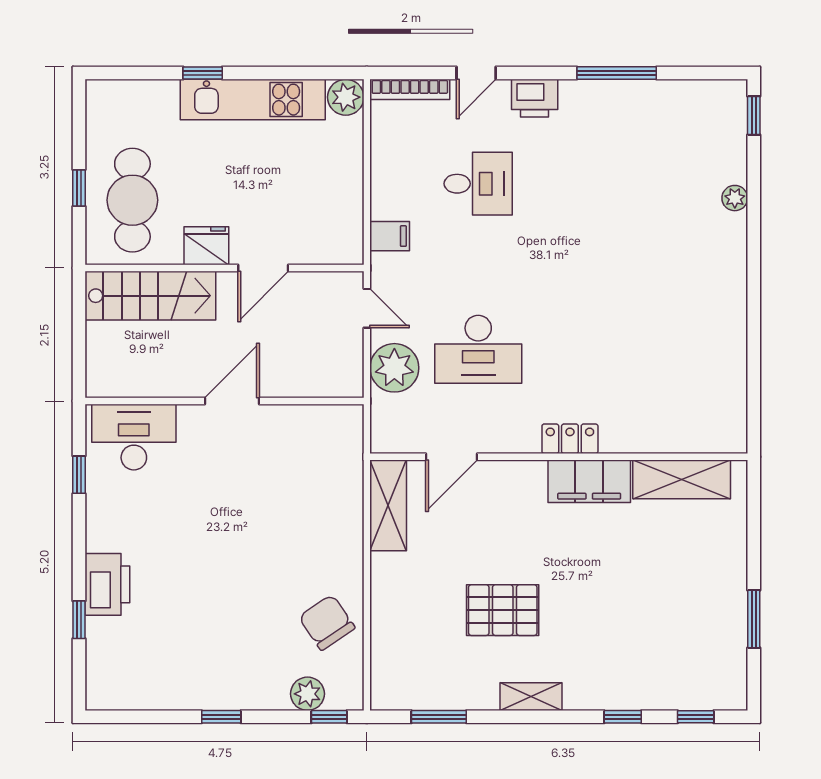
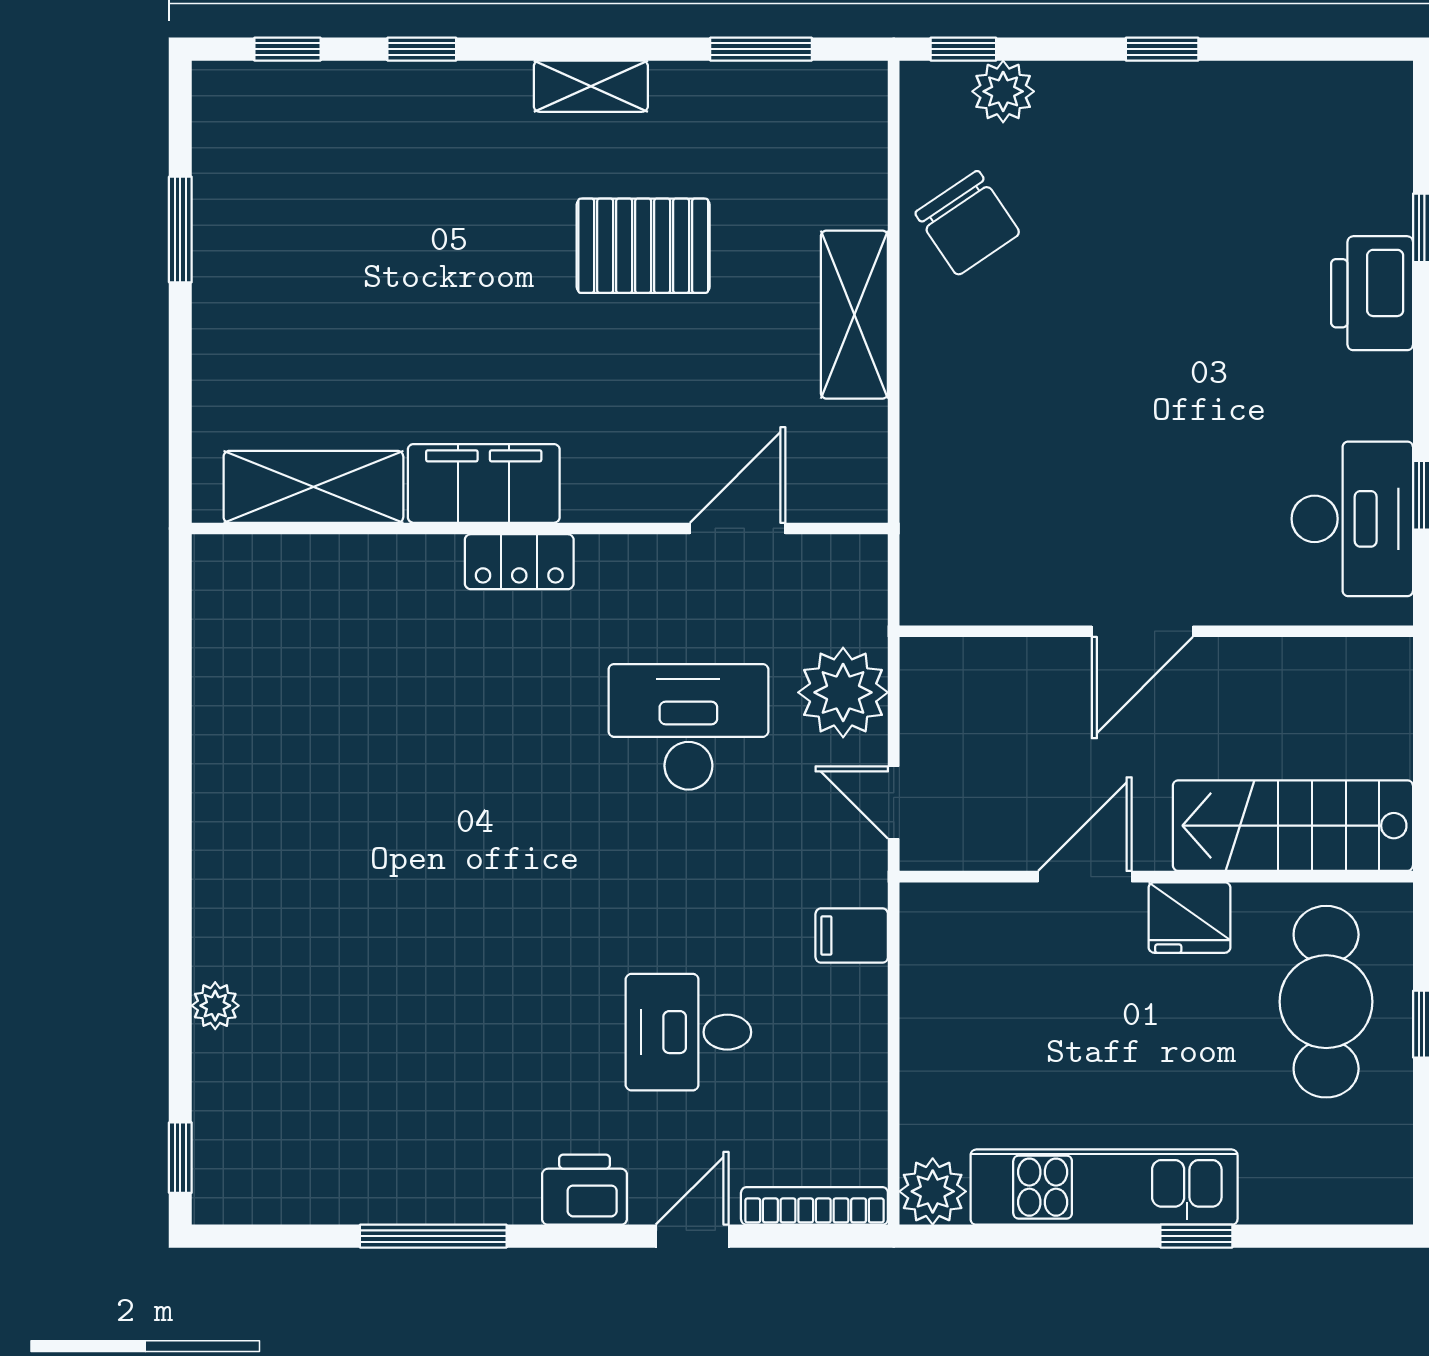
desk: (134, 437) -> (1352, 519), moved, turned -90
shelving: (388, 505) -> (854, 315), moved

